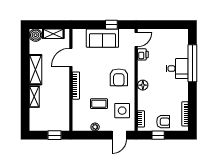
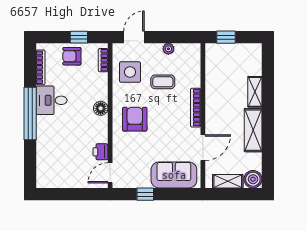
sofa: (102, 38) -> (174, 175), moved
window: (192, 63) -> (30, 113), moved
desk: (177, 69) -> (52, 100), moved

